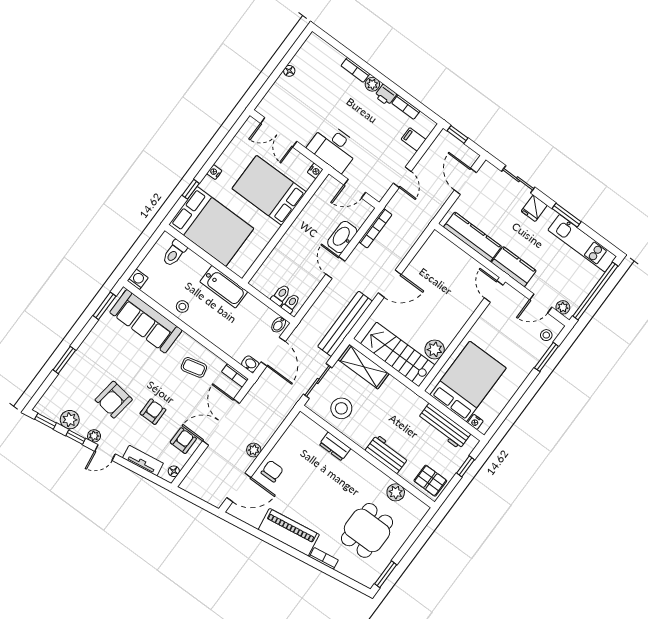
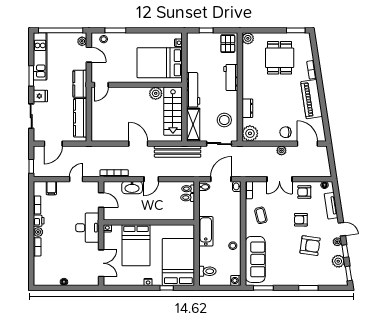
double door: (221, 422) -> (279, 179), width x0.73
workbench: (444, 426) -> (193, 90), moved
plant: (302, 427) -> (250, 133), added
plant: (396, 492) -> (248, 38), moved
dining table: (367, 530) -> (280, 58), turned 90

